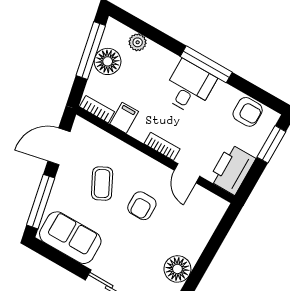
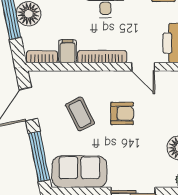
bookcase: (162, 146) -> (102, 57), width x1.56
armchair: (142, 206) -> (122, 113), turned -90

